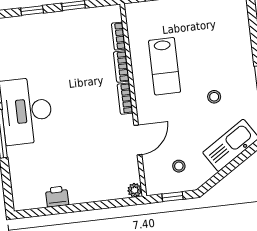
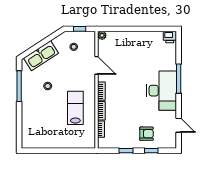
armchair: (43, 37) -> (146, 134), added
door: (138, 140) -> (97, 65), swing flipped
printer: (57, 197) -> (170, 37), moved

